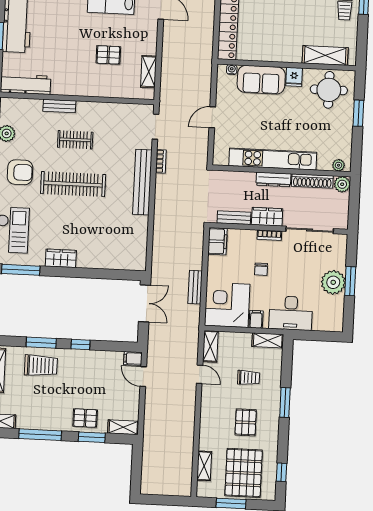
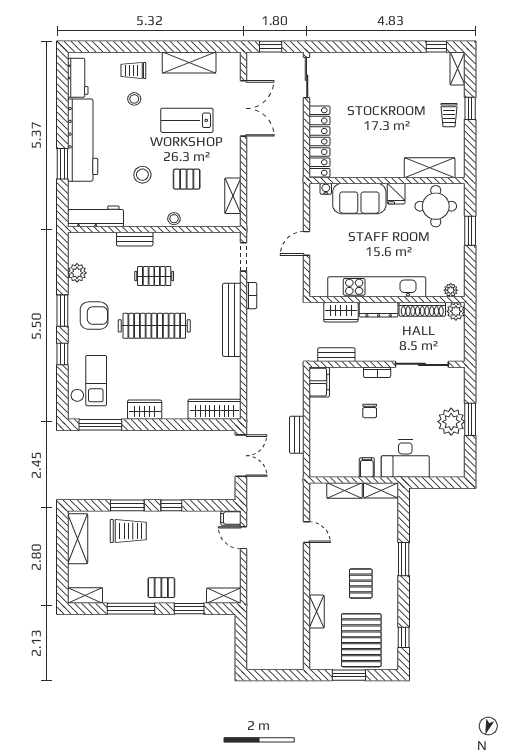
stool: (69, 49) -> (142, 175), added
stool: (95, 90) -> (174, 219), added
wardrobe: (267, 217) -> (341, 312), moved, turned 180
wardrobe: (123, 261) -> (215, 409), added
corner desk: (227, 305) -> (334, 453), removed
shelving: (210, 346) -> (345, 490), moved, turned 90
trolley: (249, 378) -> (362, 533), removed
pallet: (85, 418) -> (161, 588), moved
shelving: (204, 466) -> (317, 612), moved

